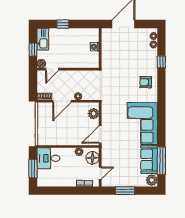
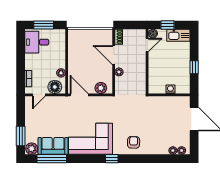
window: (63, 24) -> (194, 67), moved
window: (161, 62) -> (112, 159), moved
door: (52, 69) -> (147, 45), swing flipped
desk: (48, 158) -> (37, 42), moved, turned -90
door: (100, 173) -> (39, 95), hinge flipped
window: (125, 191) -> (21, 136), moved

